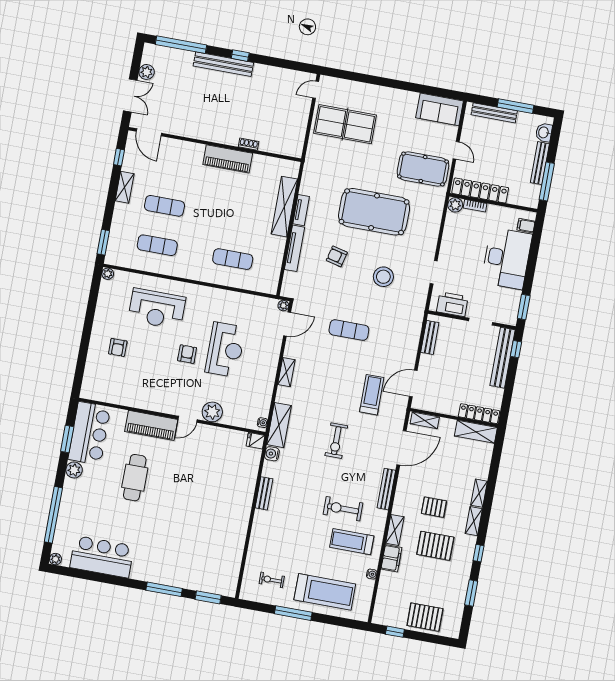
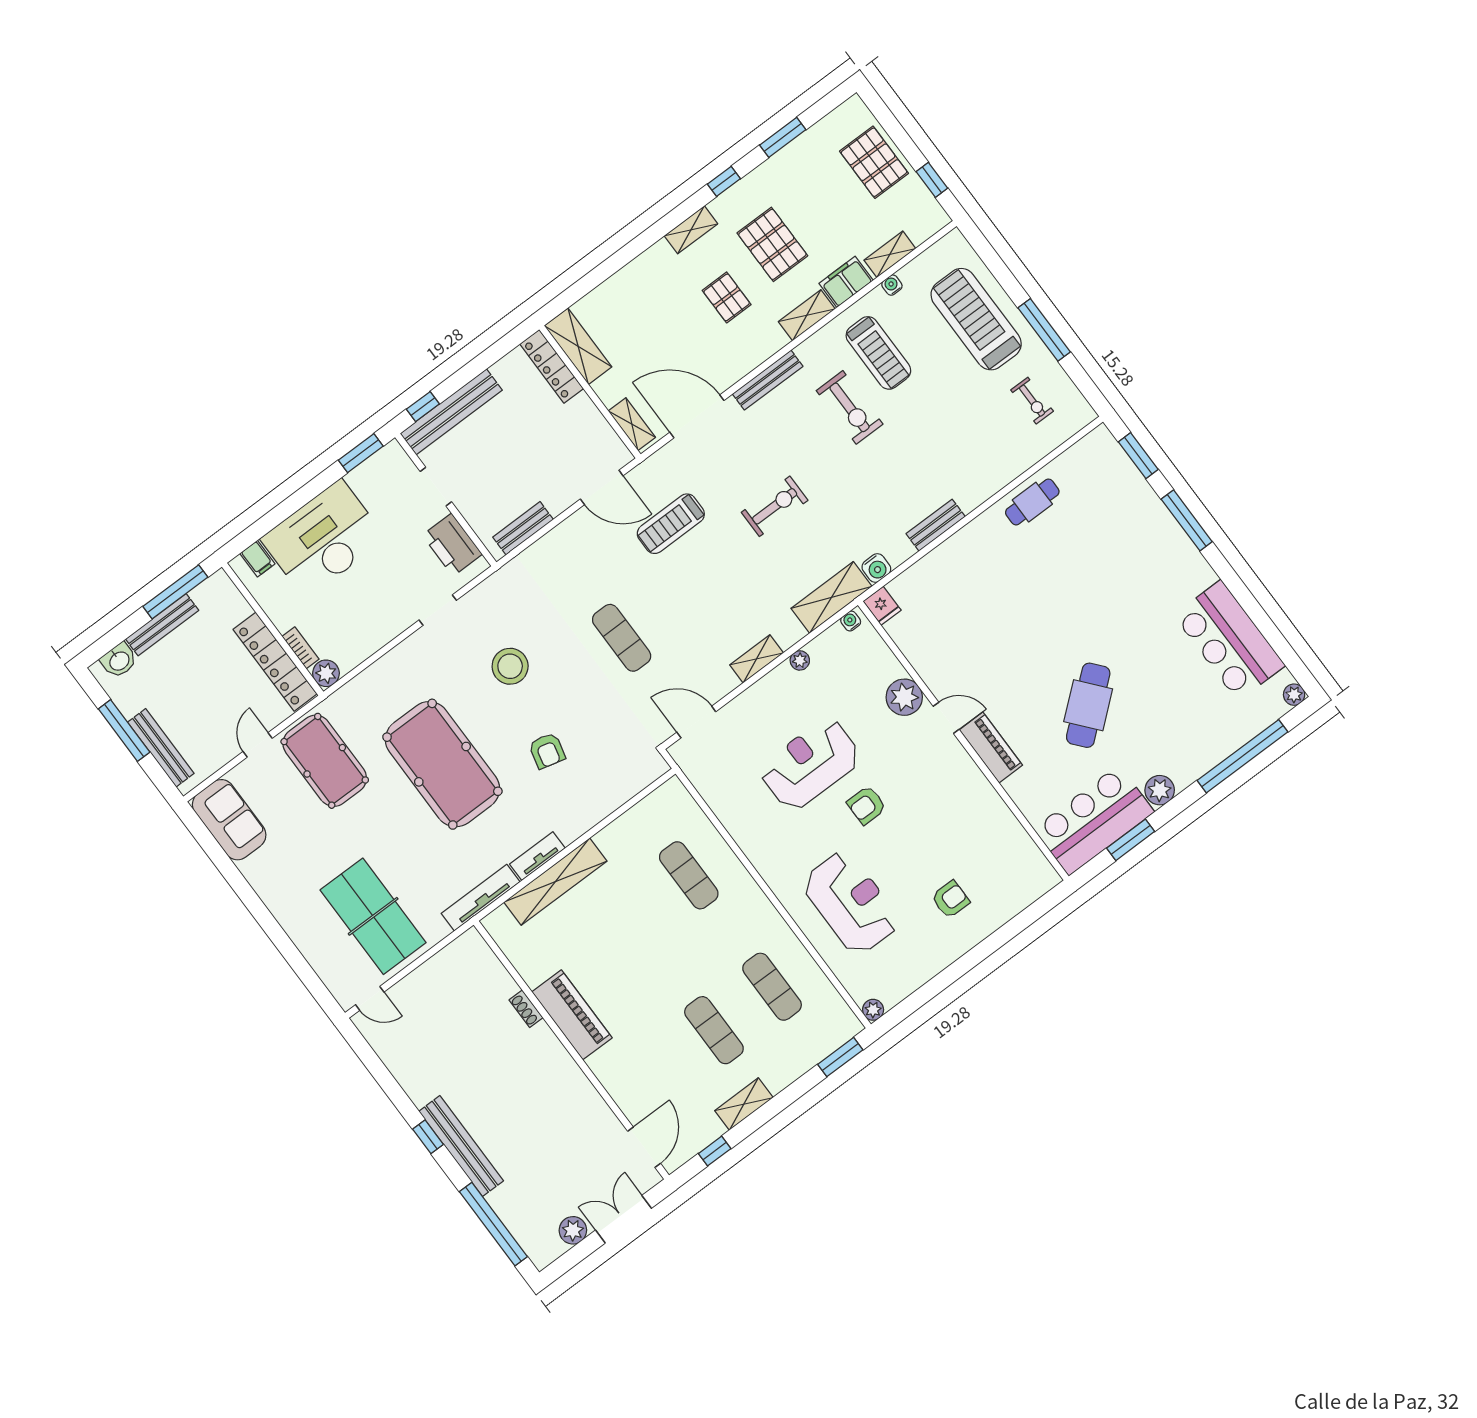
tv unit: (295, 248) -> (481, 898), moved
plant: (283, 306) -> (800, 660), moved
piano: (151, 425) -> (991, 748), width x0.73, depth x0.75
cafe table: (135, 478) -> (1088, 705), turned -40
shelving: (479, 493) -> (890, 254), moved
cafe table: (234, 539) -> (1032, 502), added

